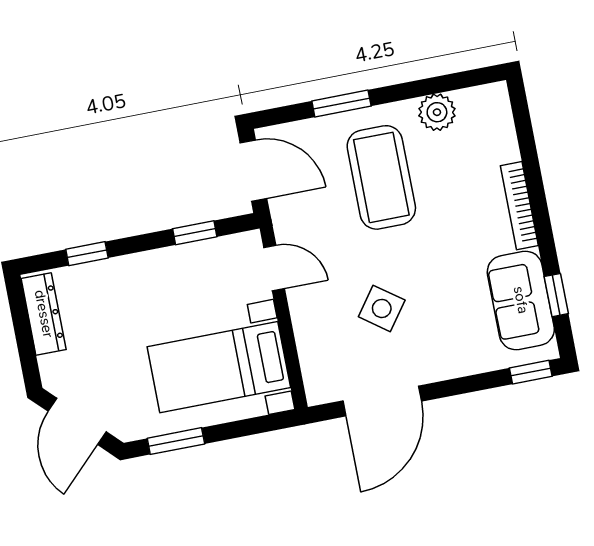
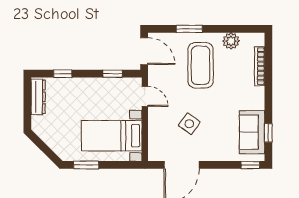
bookcase: (519, 206) -> (260, 66), moved
door: (77, 421) -> (44, 148), removed

